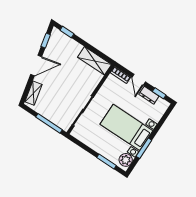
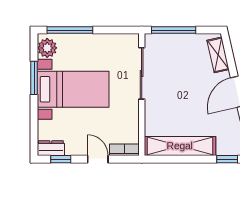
shelving: (94, 61) -> (180, 146), width x1.47
dresser: (149, 95) -> (51, 148), moved
window: (106, 162) -> (70, 30), width x1.44

